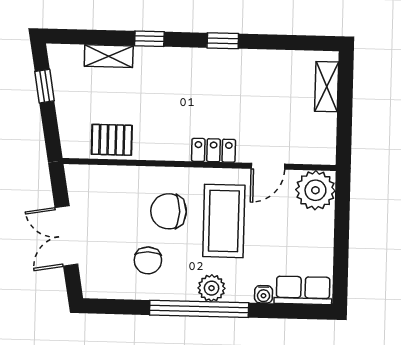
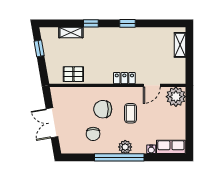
coffee table: (224, 221) -> (130, 113), width x0.54, depth x0.58

